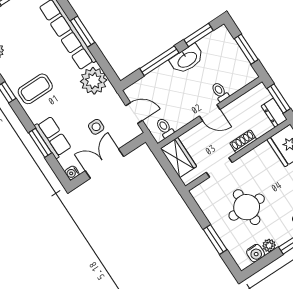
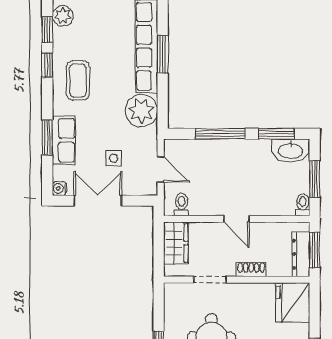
washbasin: (187, 59) -> (290, 150), moved
coffee table: (35, 89) -> (78, 80), turned 90
toilet: (220, 92) -> (303, 205), moved
dresser: (274, 113) -> (301, 254), width x1.44

